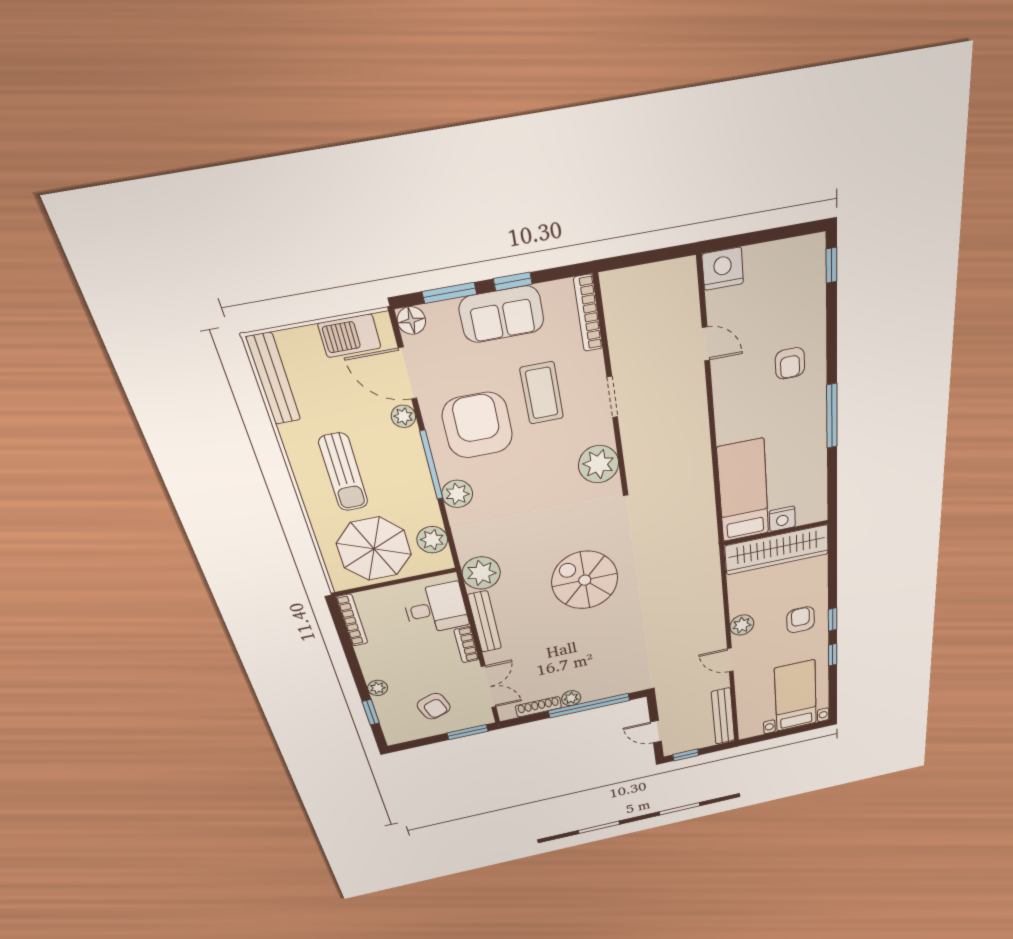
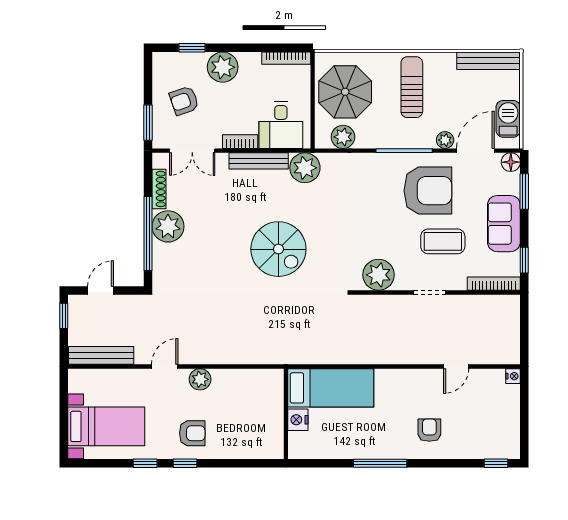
nightstand: (723, 269) -> (513, 376), width x0.53, depth x0.56
window: (513, 281) -> (524, 260), moved
armchair: (790, 363) -> (429, 430), turned 90
sun lounger: (343, 472) -> (412, 87), turned 90
plant: (457, 494) -> (377, 164), removed
wardrobe: (777, 550) -> (269, 414), removed
spiral stairs: (585, 580) -> (278, 249), turned 90
plant: (378, 688) -> (223, 67), width x1.88, depth x1.88
plant: (571, 698) -> (168, 226), width x1.87, depth x1.87

